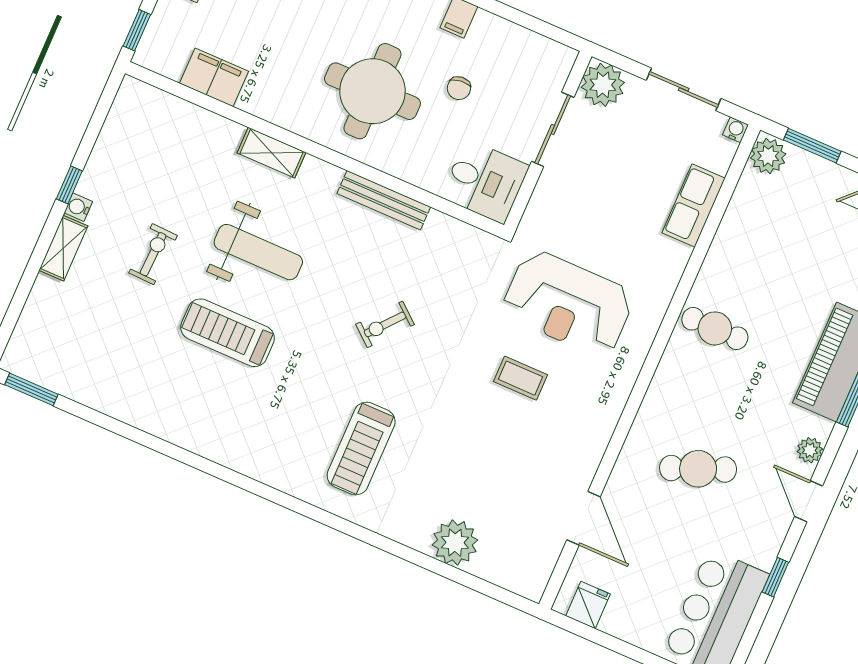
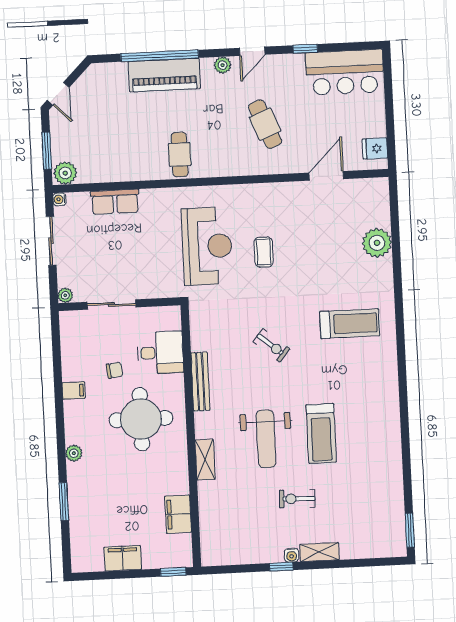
plant: (603, 85) -> (65, 295), width x0.53, depth x0.53
desk: (485, 181) -> (160, 353), moved, turned 90
weight bench: (258, 252) -> (266, 439), turned 180

